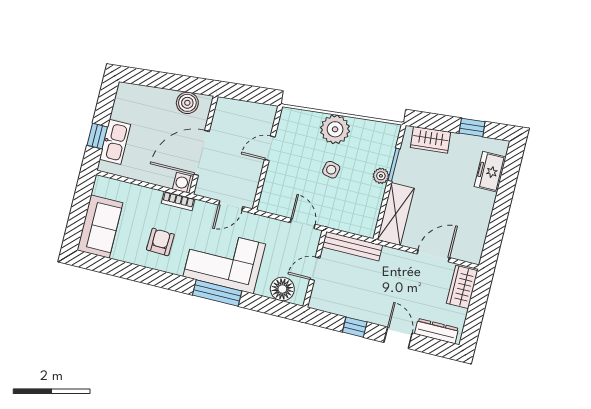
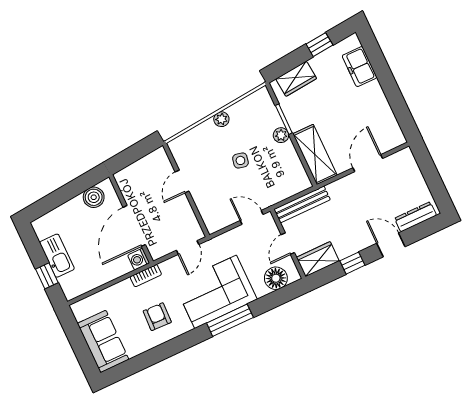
plant: (335, 129) -> (221, 119), width x0.53, depth x0.53
kitchen sink: (115, 142) -> (57, 256), moved
wardrobe: (462, 287) -> (318, 259), moved, turned 90

